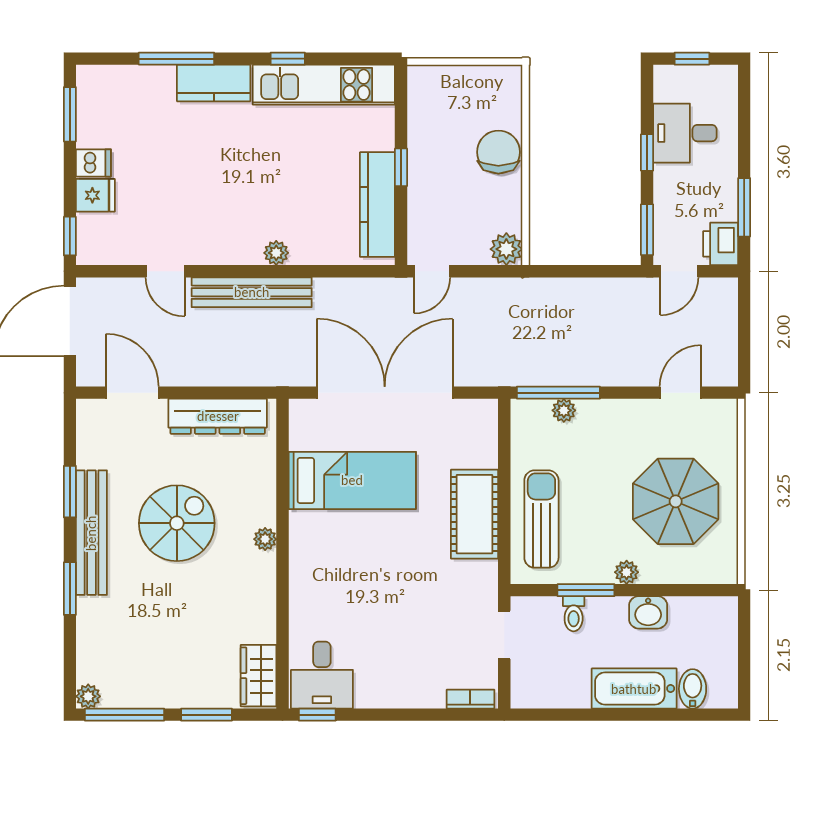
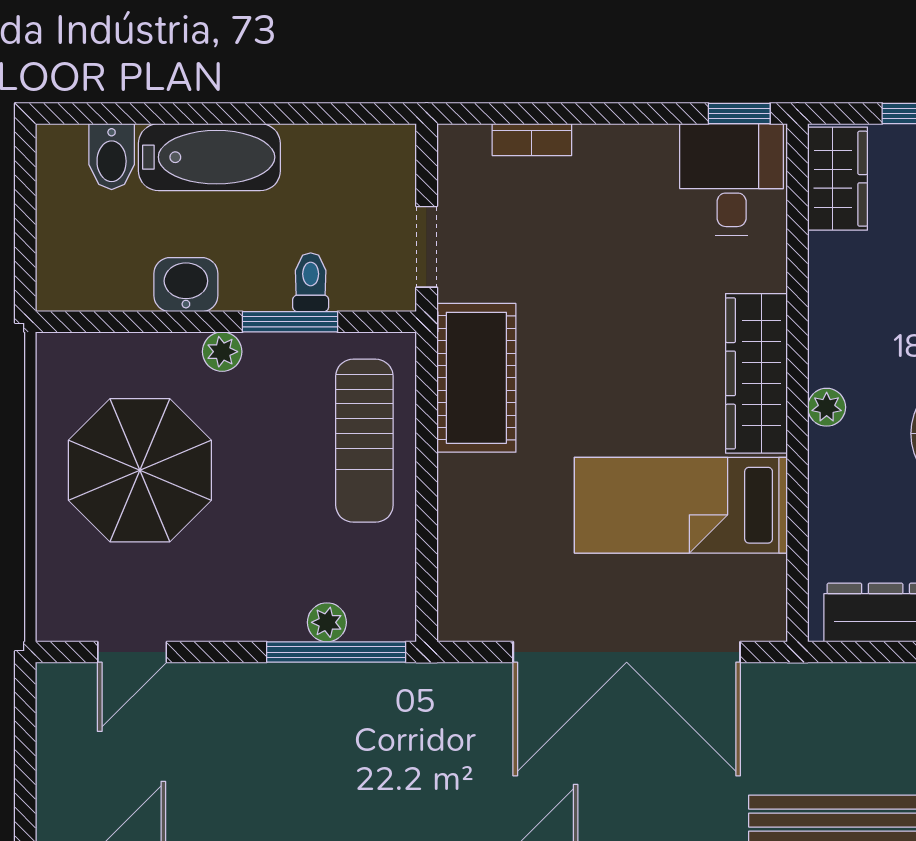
cot: (474, 514) -> (476, 378), moved
wardrobe: (307, 559) -> (756, 373), added
bookcase: (470, 699) -> (532, 140), moved

